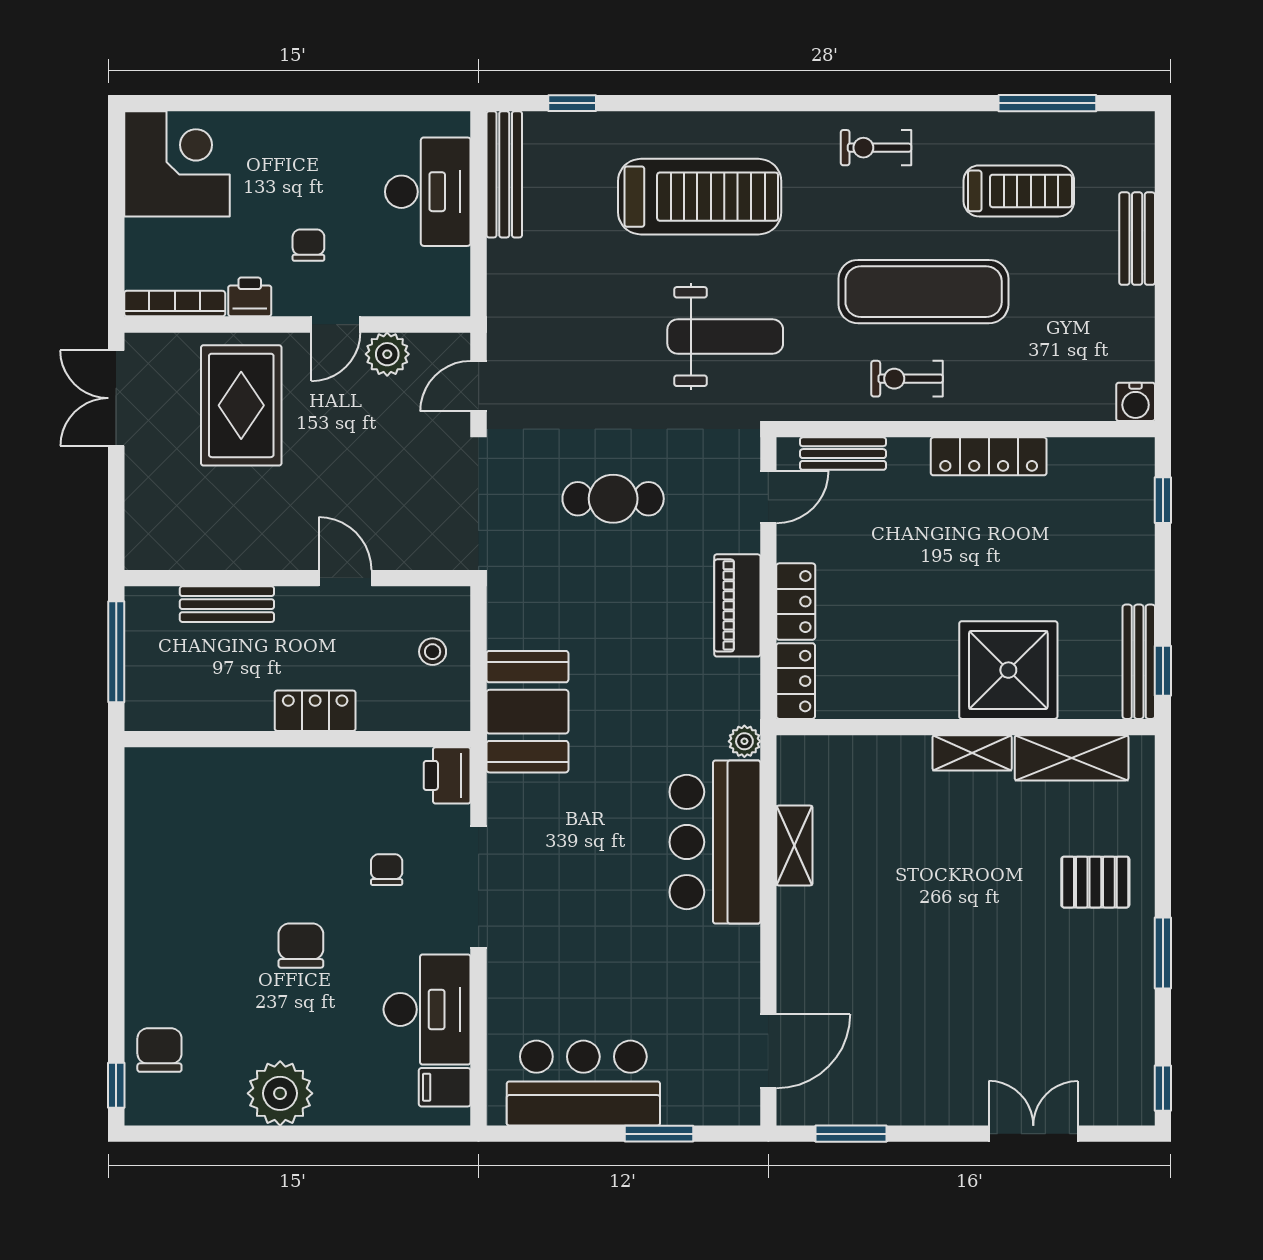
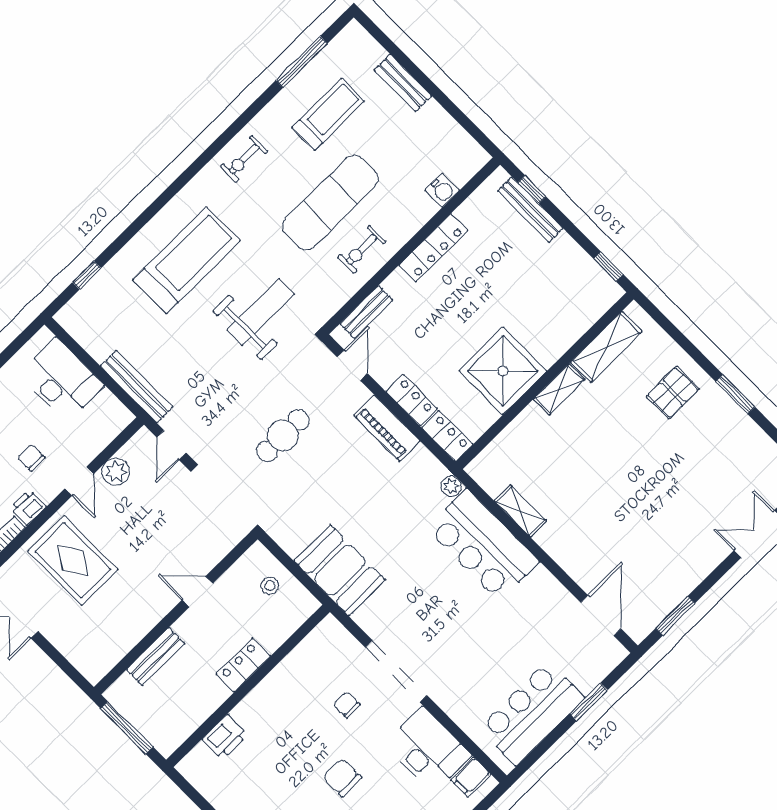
bench: (504, 174) -> (136, 387), moved
water cooler: (1136, 402) -> (442, 190), moved
bench: (1139, 662) -> (530, 210), moved
shower: (1008, 670) -> (503, 371), moved
printer: (447, 775) -> (225, 737), moved, turned -90

